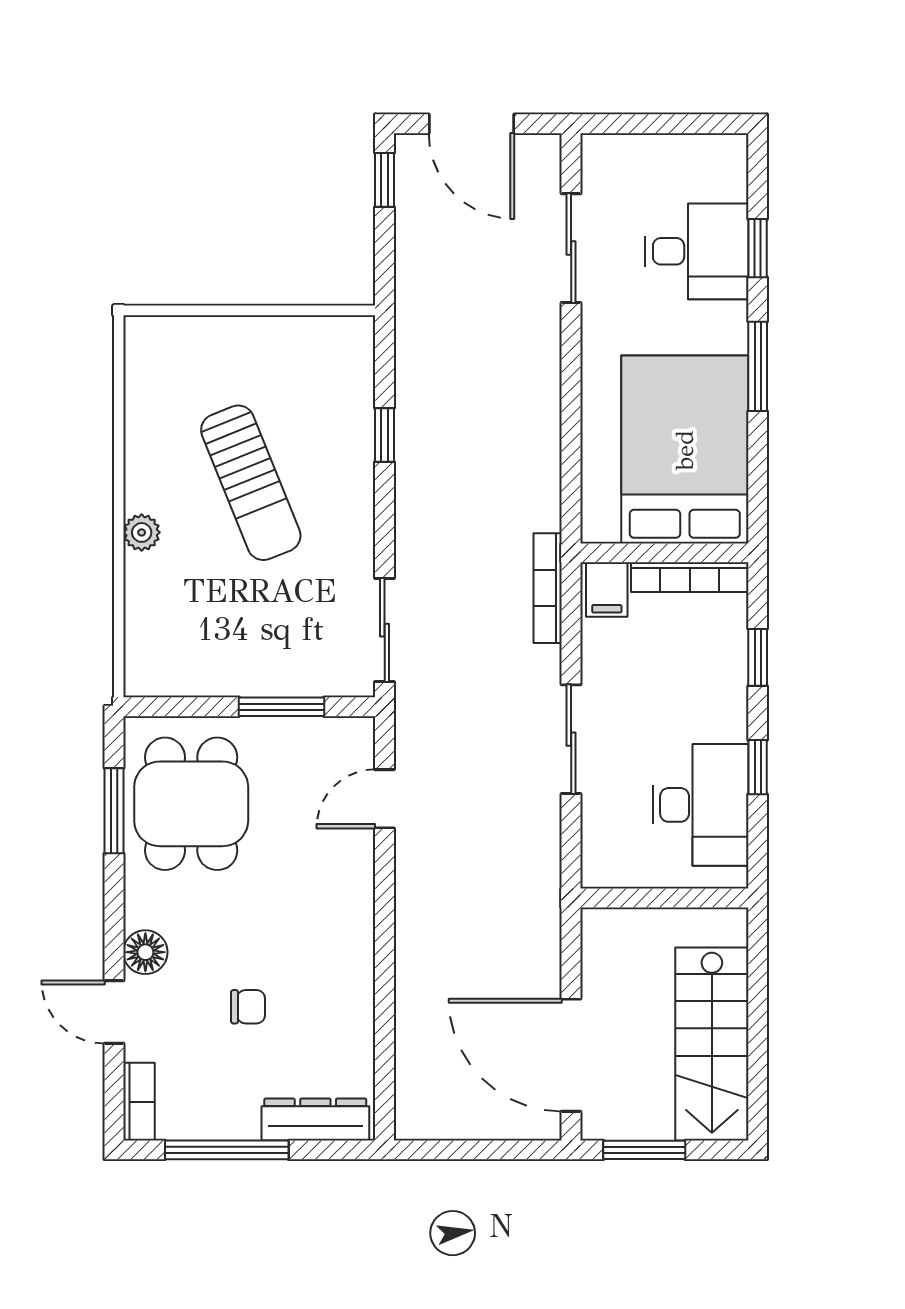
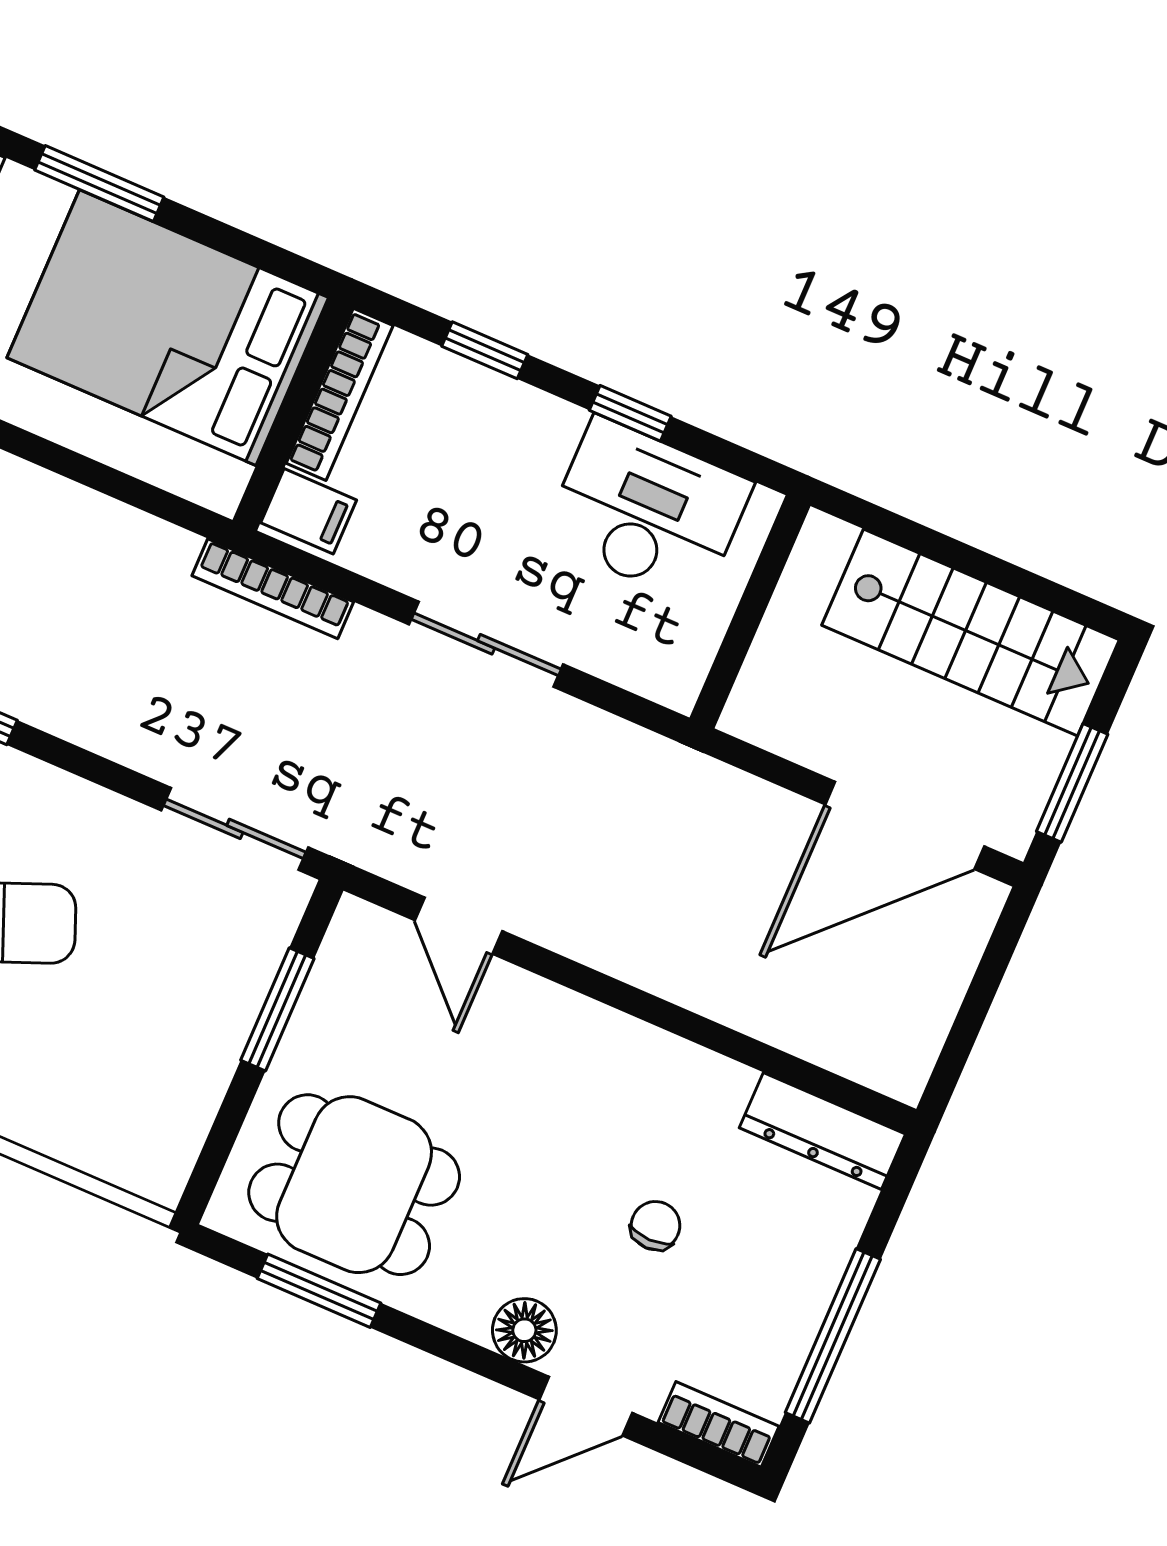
dresser: (315, 1120) -> (822, 1131), moved, turned -90

